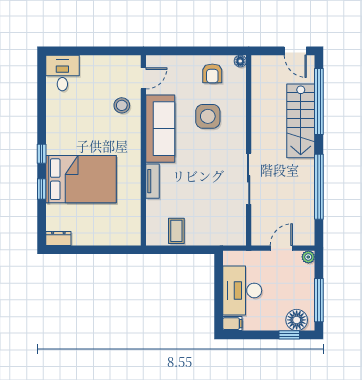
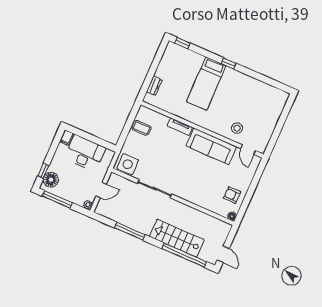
door: (295, 51) -> (223, 254), swing flipped
desk: (62, 73) -> (274, 99), removed
side table: (208, 116) -> (128, 164), moved
bed: (81, 179) -> (206, 84), width x0.67
window: (319, 187) -> (130, 231), width x0.68
window: (42, 189) -> (182, 43), moved
dresser: (58, 238) -> (154, 86), moved
door: (281, 248) -> (101, 190), hinge flipped

